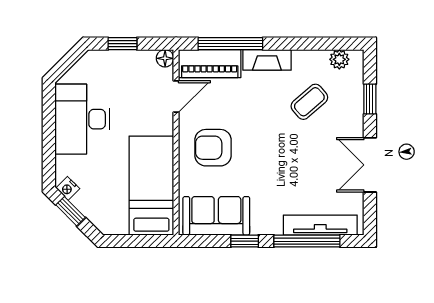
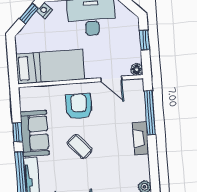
piano: (210, 64) -> (135, 100), removed
coffee table: (309, 102) -> (80, 146), moved
sofa: (216, 216) -> (35, 133), moved

